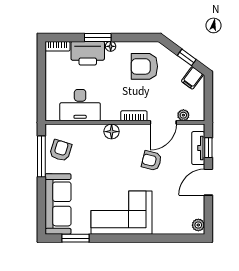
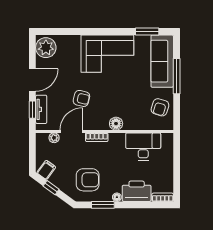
window: (98, 37) -> (103, 205), moved
window: (41, 156) -> (177, 76), moved
plant: (198, 225) -> (46, 48), width x1.87, depth x1.87

